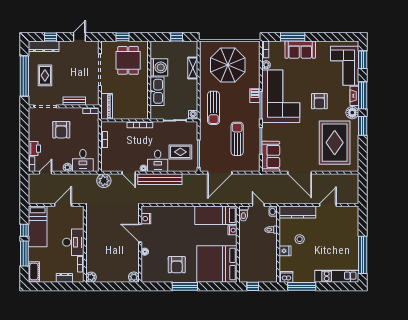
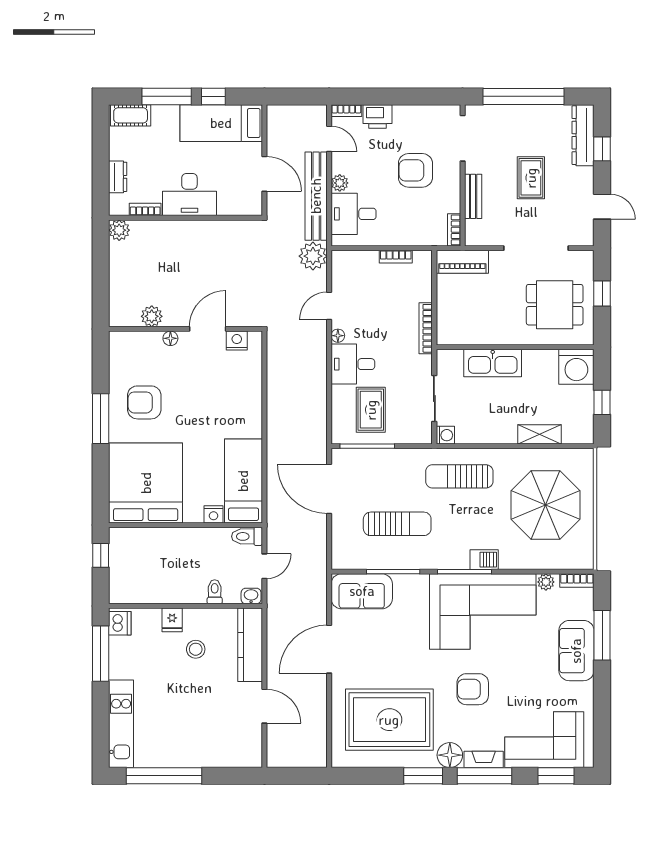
washing machine: (159, 67) -> (576, 367), moved
rug: (45, 75) -> (531, 178), moved, turned 90
bench: (160, 179) -> (316, 196), moved
plant: (134, 277) -> (152, 316), moved

